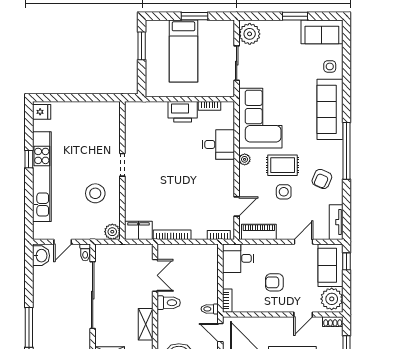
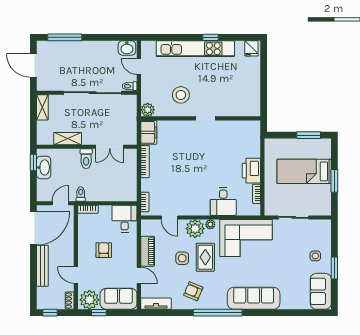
plant: (250, 34) -> (195, 229), moved
side table: (330, 66) -> (315, 256), moved
piano: (259, 232) -> (148, 251), moved
window: (347, 261) -> (99, 313), moved

